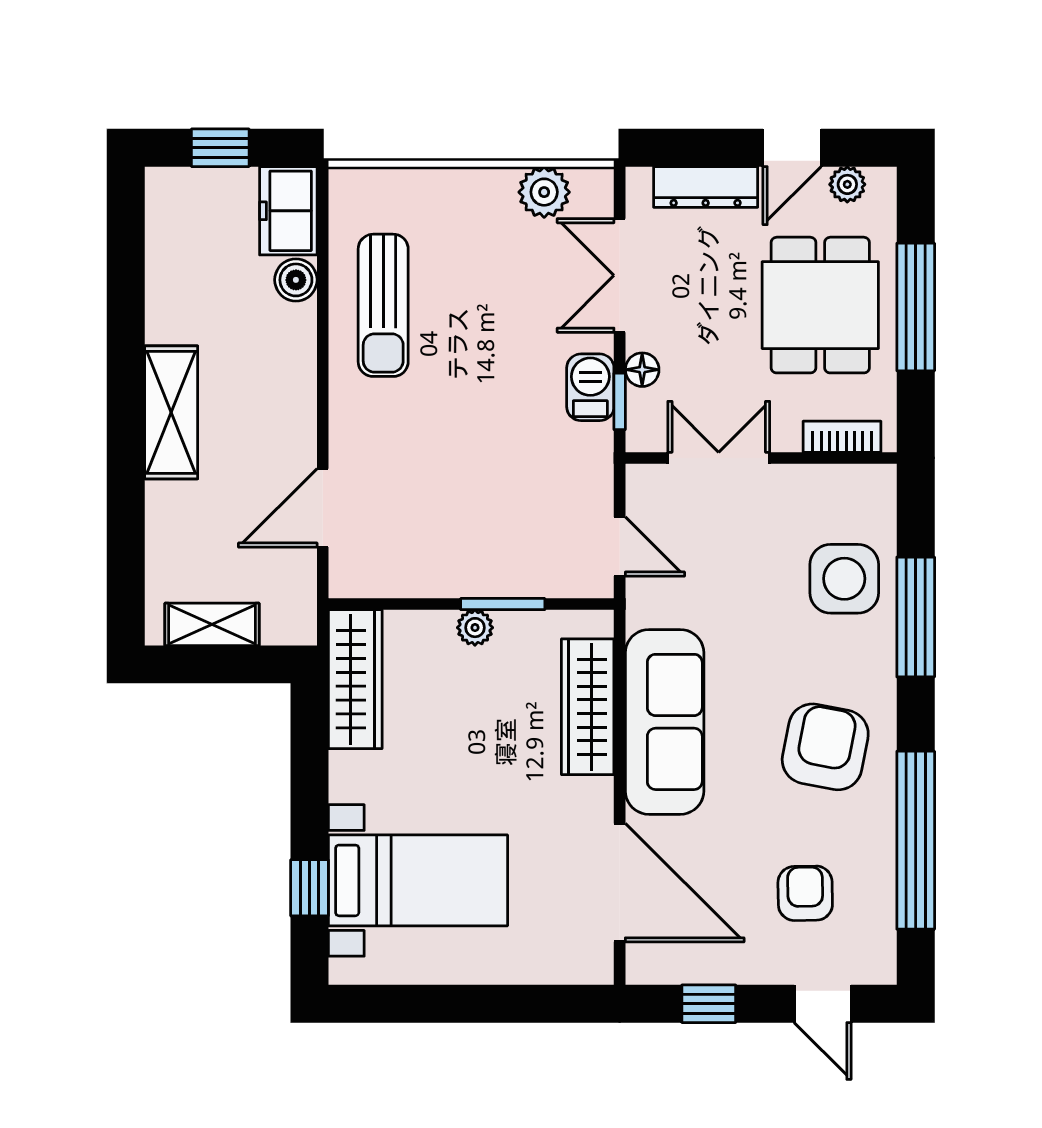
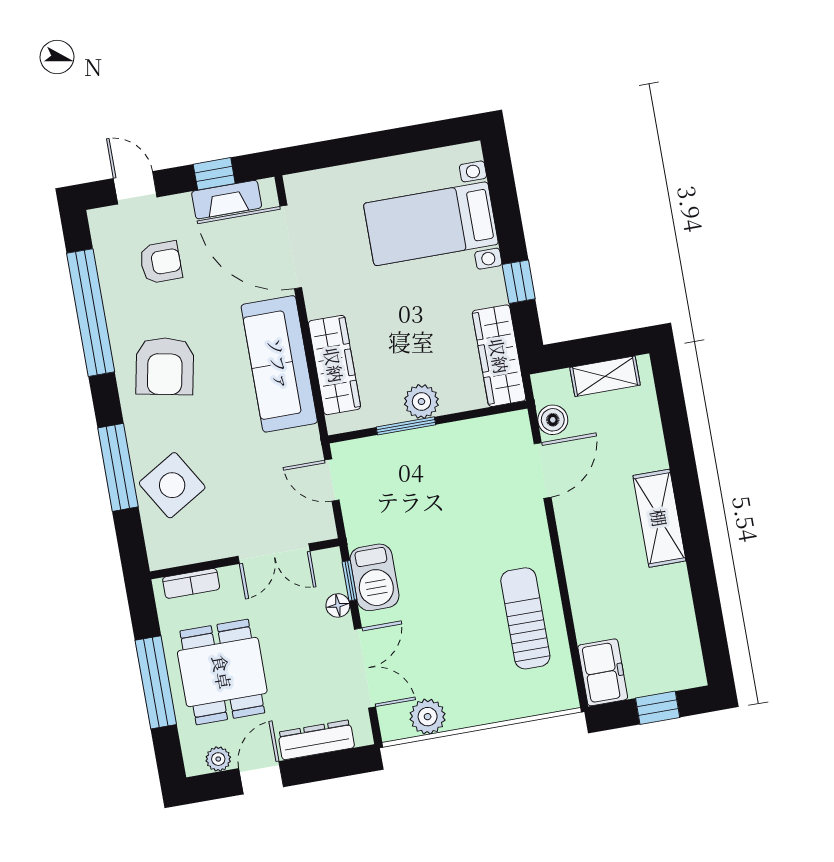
boiler: (296, 280) -> (553, 420), moved
barbecue: (590, 387) -> (374, 577), width x1.38, depth x1.27
side table: (844, 579) -> (172, 485), turned -31
plant: (475, 628) -> (421, 402), width x1.38, depth x1.38
window: (309, 888) -> (519, 282), moved
armchair: (805, 893) -> (161, 262), turned -89
fireplace: (698, 965) -> (227, 200), added

